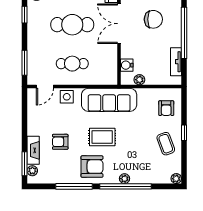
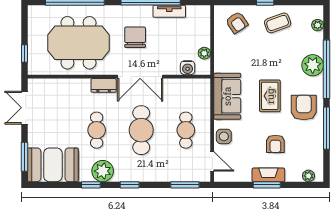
tv unit: (176, 62) -> (169, 11), moved
sofa: (109, 100) -> (227, 96), width x0.73
armchair: (166, 108) -> (237, 22), turned 56
fireplace: (33, 150) -> (268, 175), moved
window: (24, 164) -> (267, 185), moved
plant: (125, 179) -> (313, 65), width x1.87, depth x1.87
plant: (176, 179) -> (318, 25), moved

